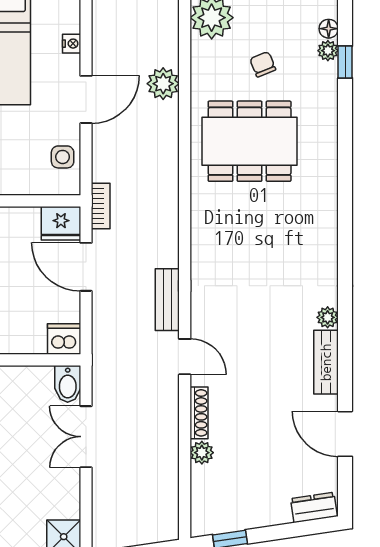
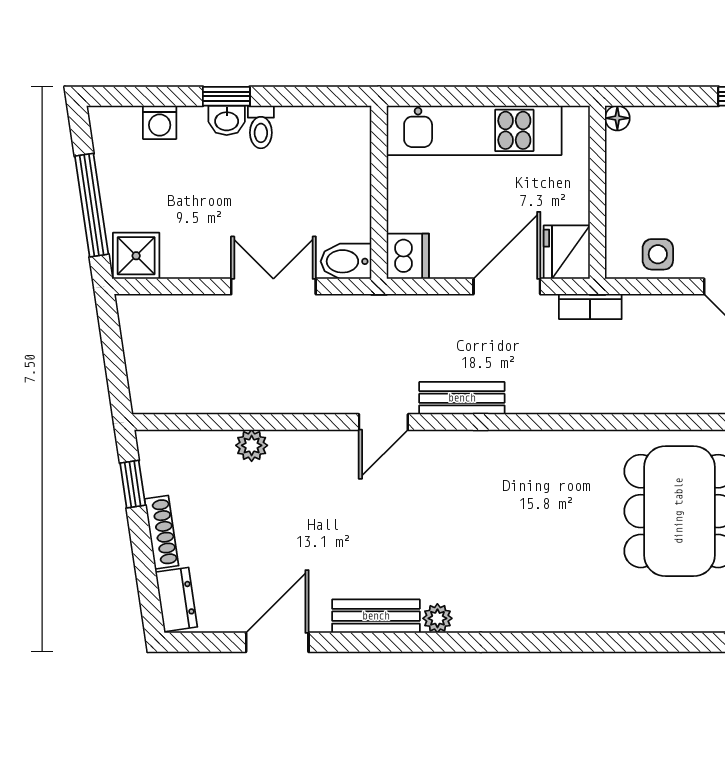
shoe rack: (199, 413) -> (161, 532), moved, turned -98

